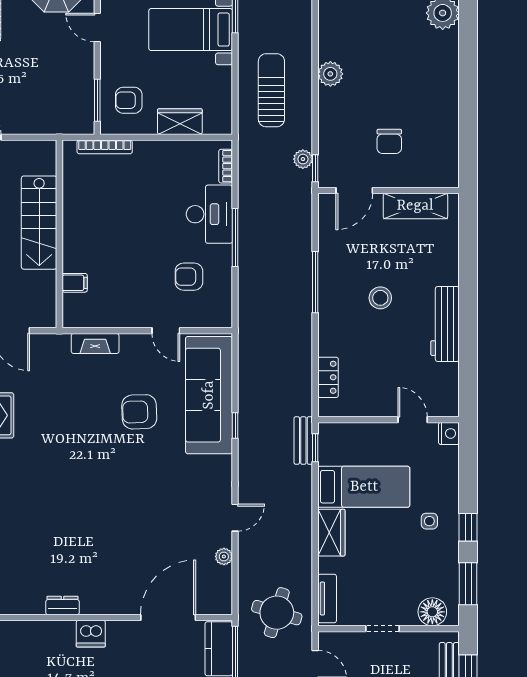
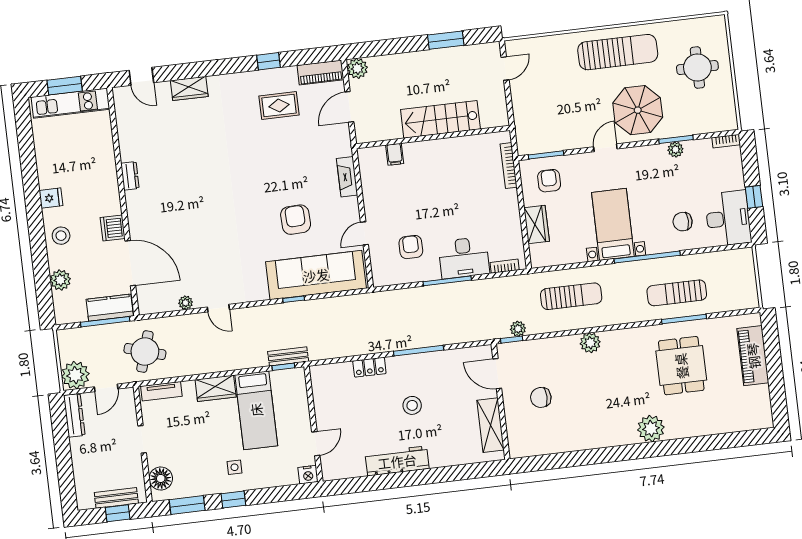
locker: (328, 377) -> (369, 367), moved
dishwasher: (91, 634) -> (113, 228), moved

